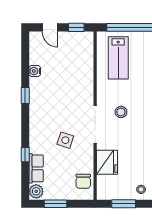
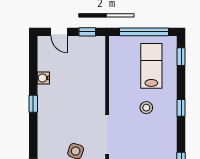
lab bench: (118, 58) -> (151, 66), moved, turned 180
stool: (121, 112) -> (146, 108), moved

